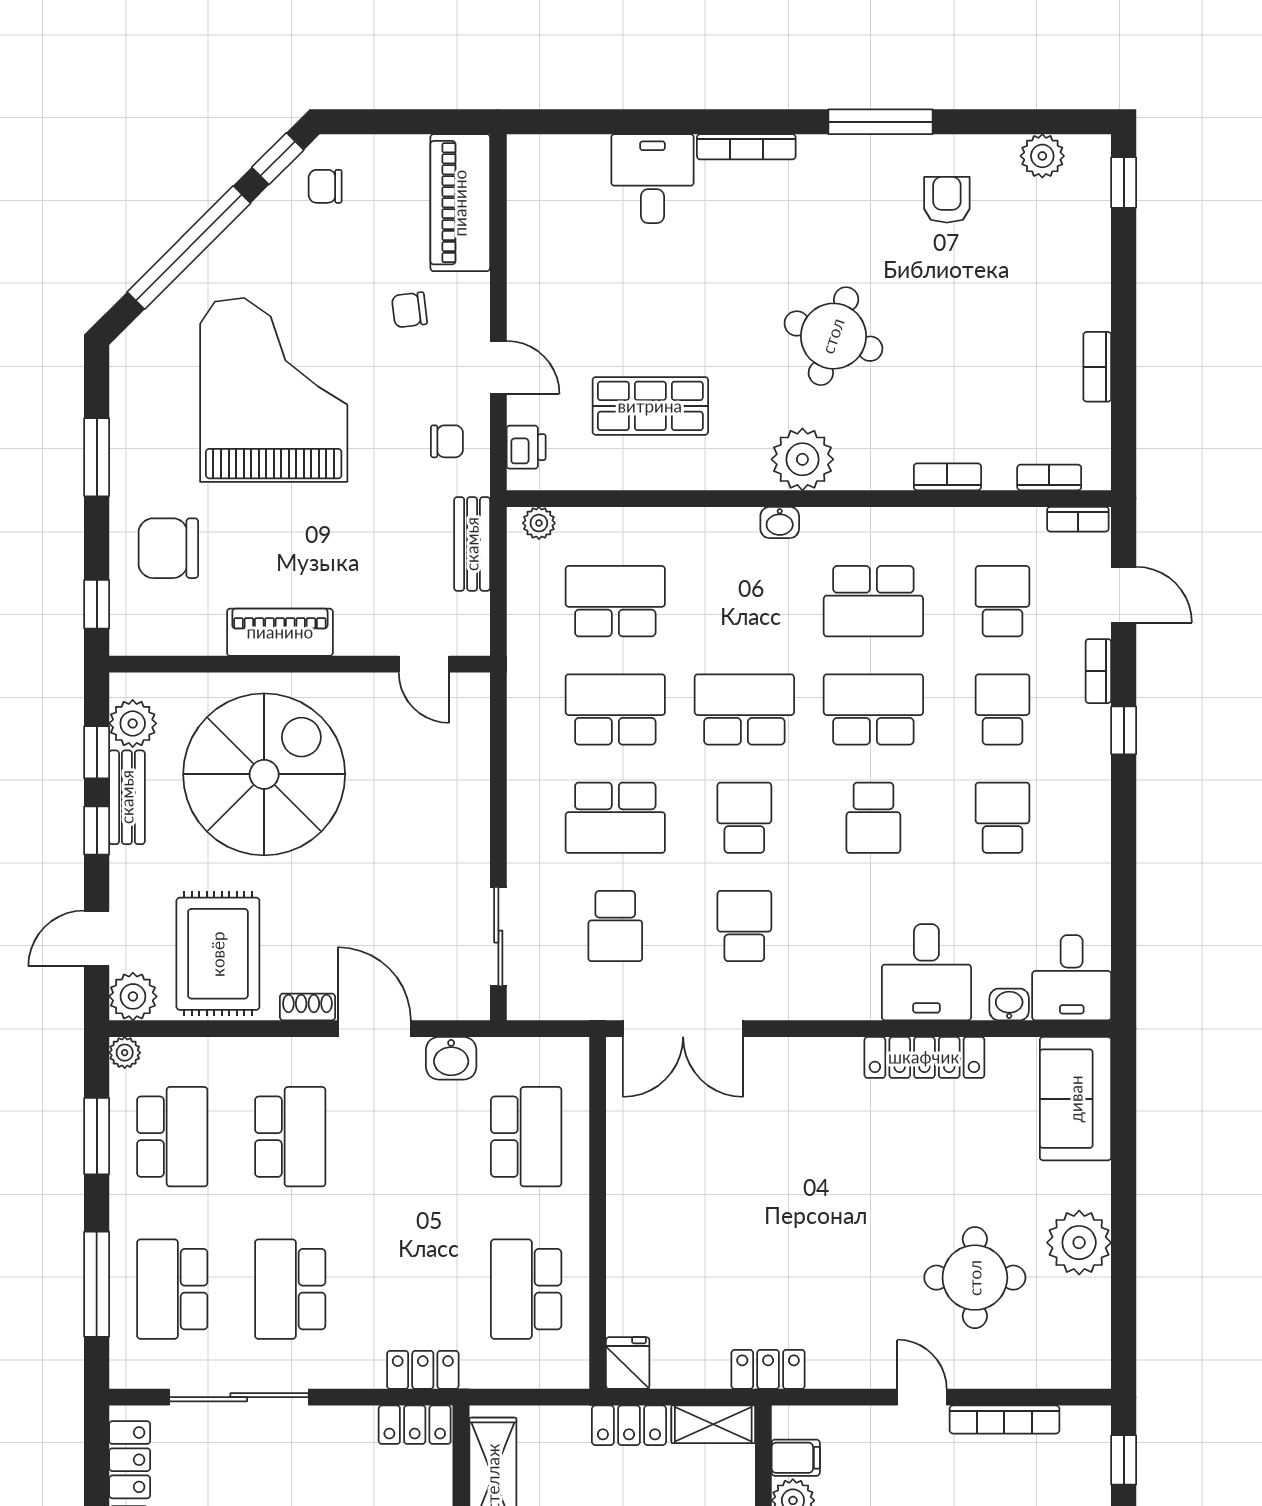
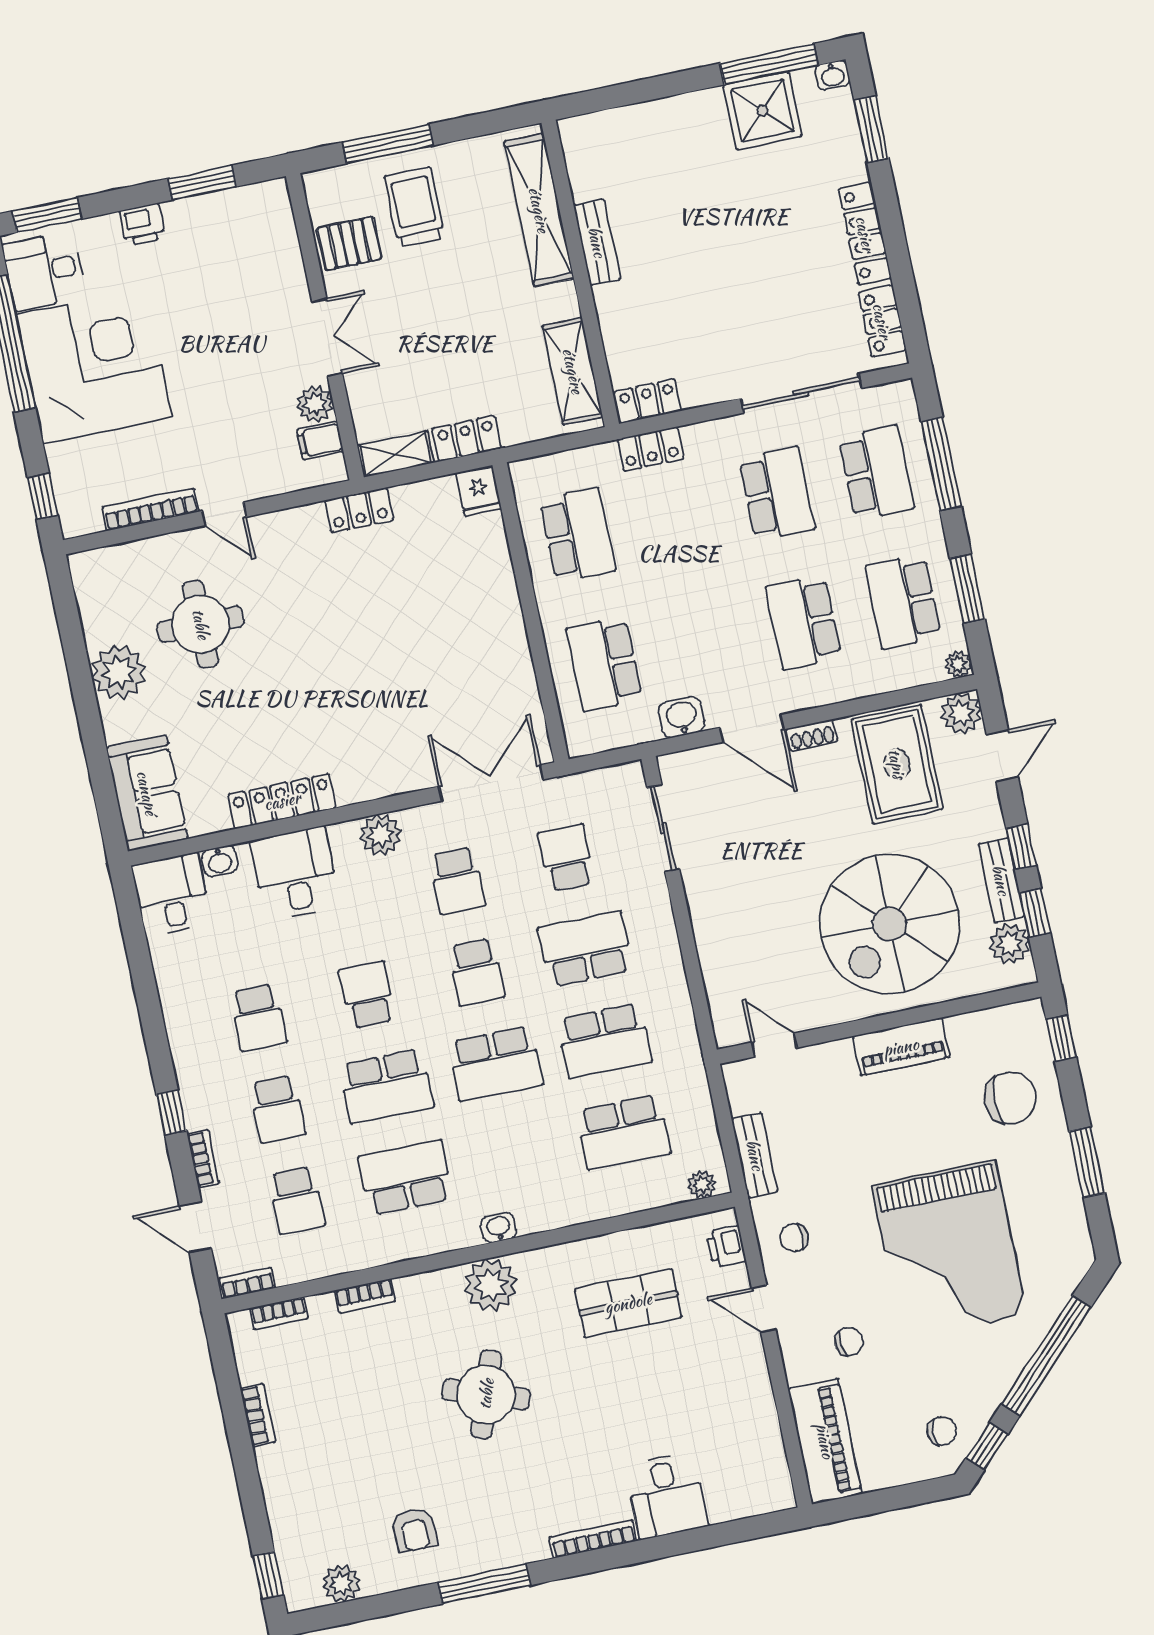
plant: (820, 996) -> (381, 835), added

